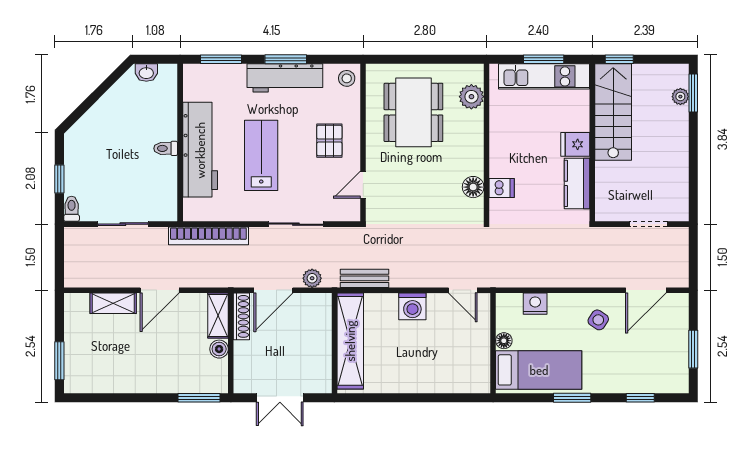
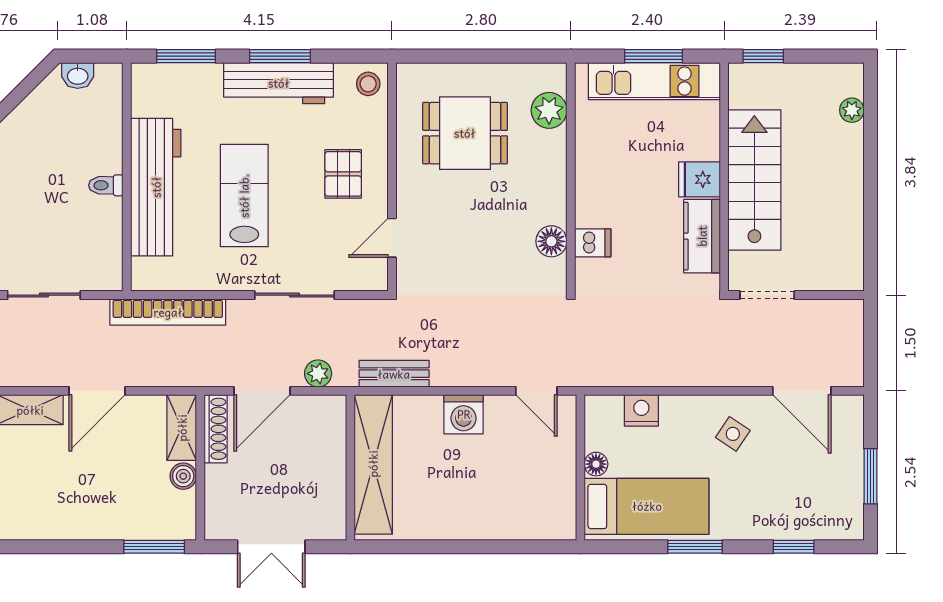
window: (693, 93) -> (870, 105), removed
dining table: (413, 112) -> (465, 133), width x0.73
stairs: (613, 112) -> (754, 180), moved
doorway: (648, 224) -> (767, 295), moved
door: (646, 290) -> (802, 391), hinge flipped

